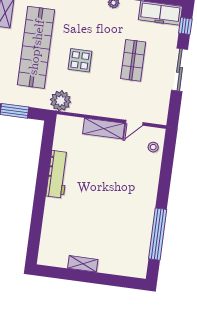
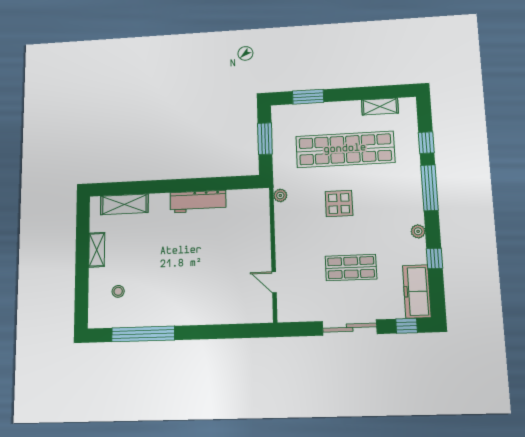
plant: (61, 101) -> (280, 195), width x0.53, depth x0.53
shelving: (104, 129) -> (124, 204), moved, turned 90
stool: (153, 147) -> (118, 291), moved

